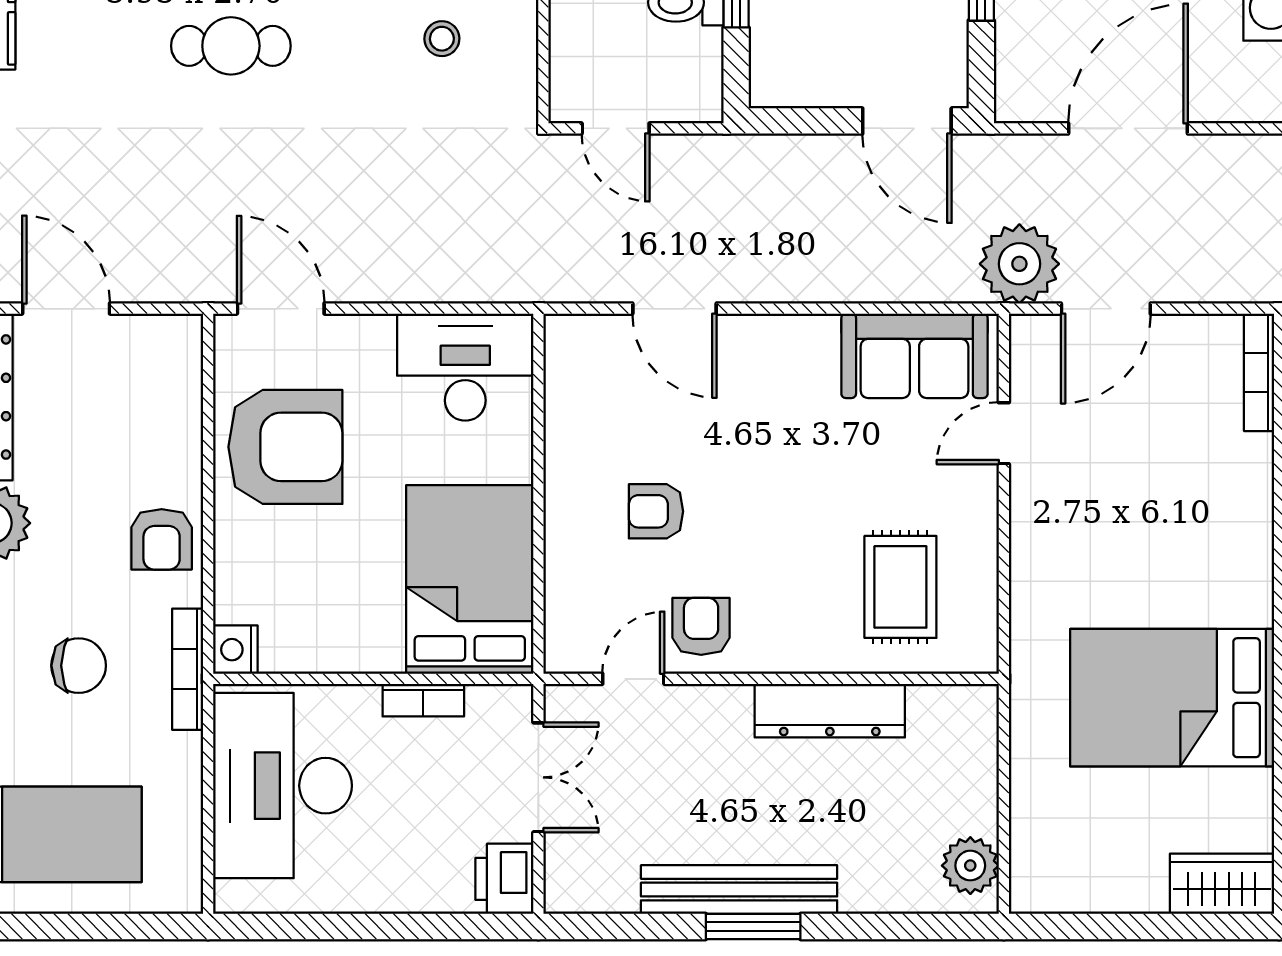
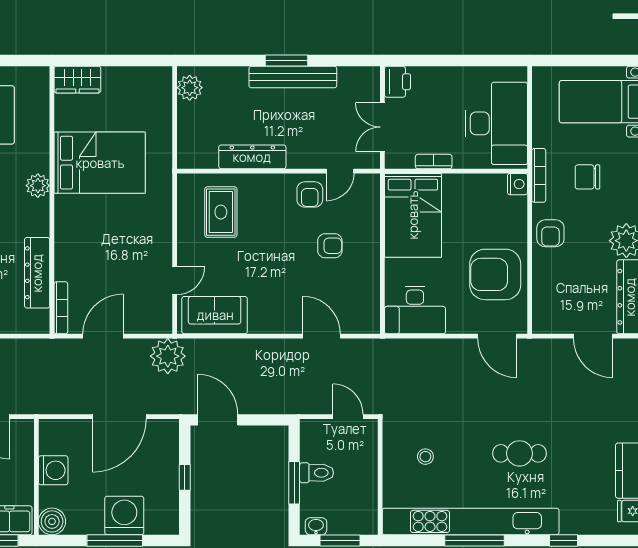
door: (1106, 309) -> (103, 336), moved
armchair: (162, 539) -> (550, 233), turned 180

